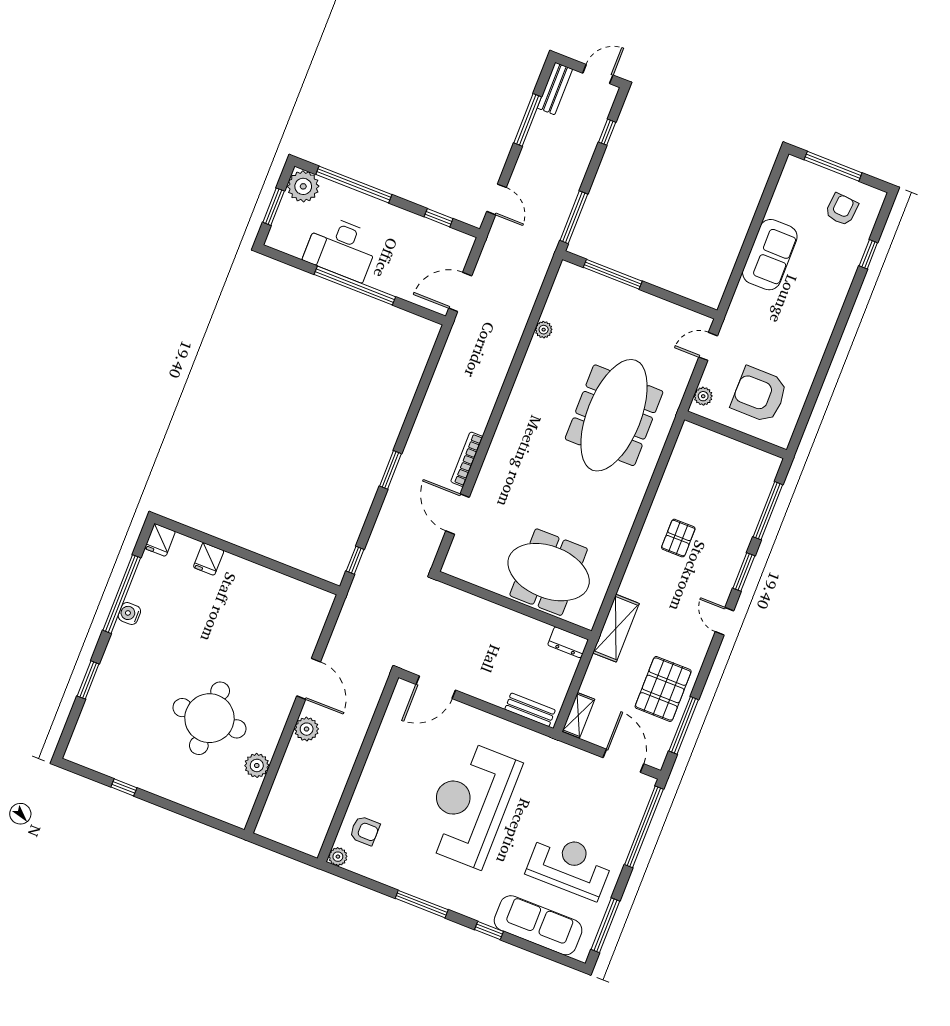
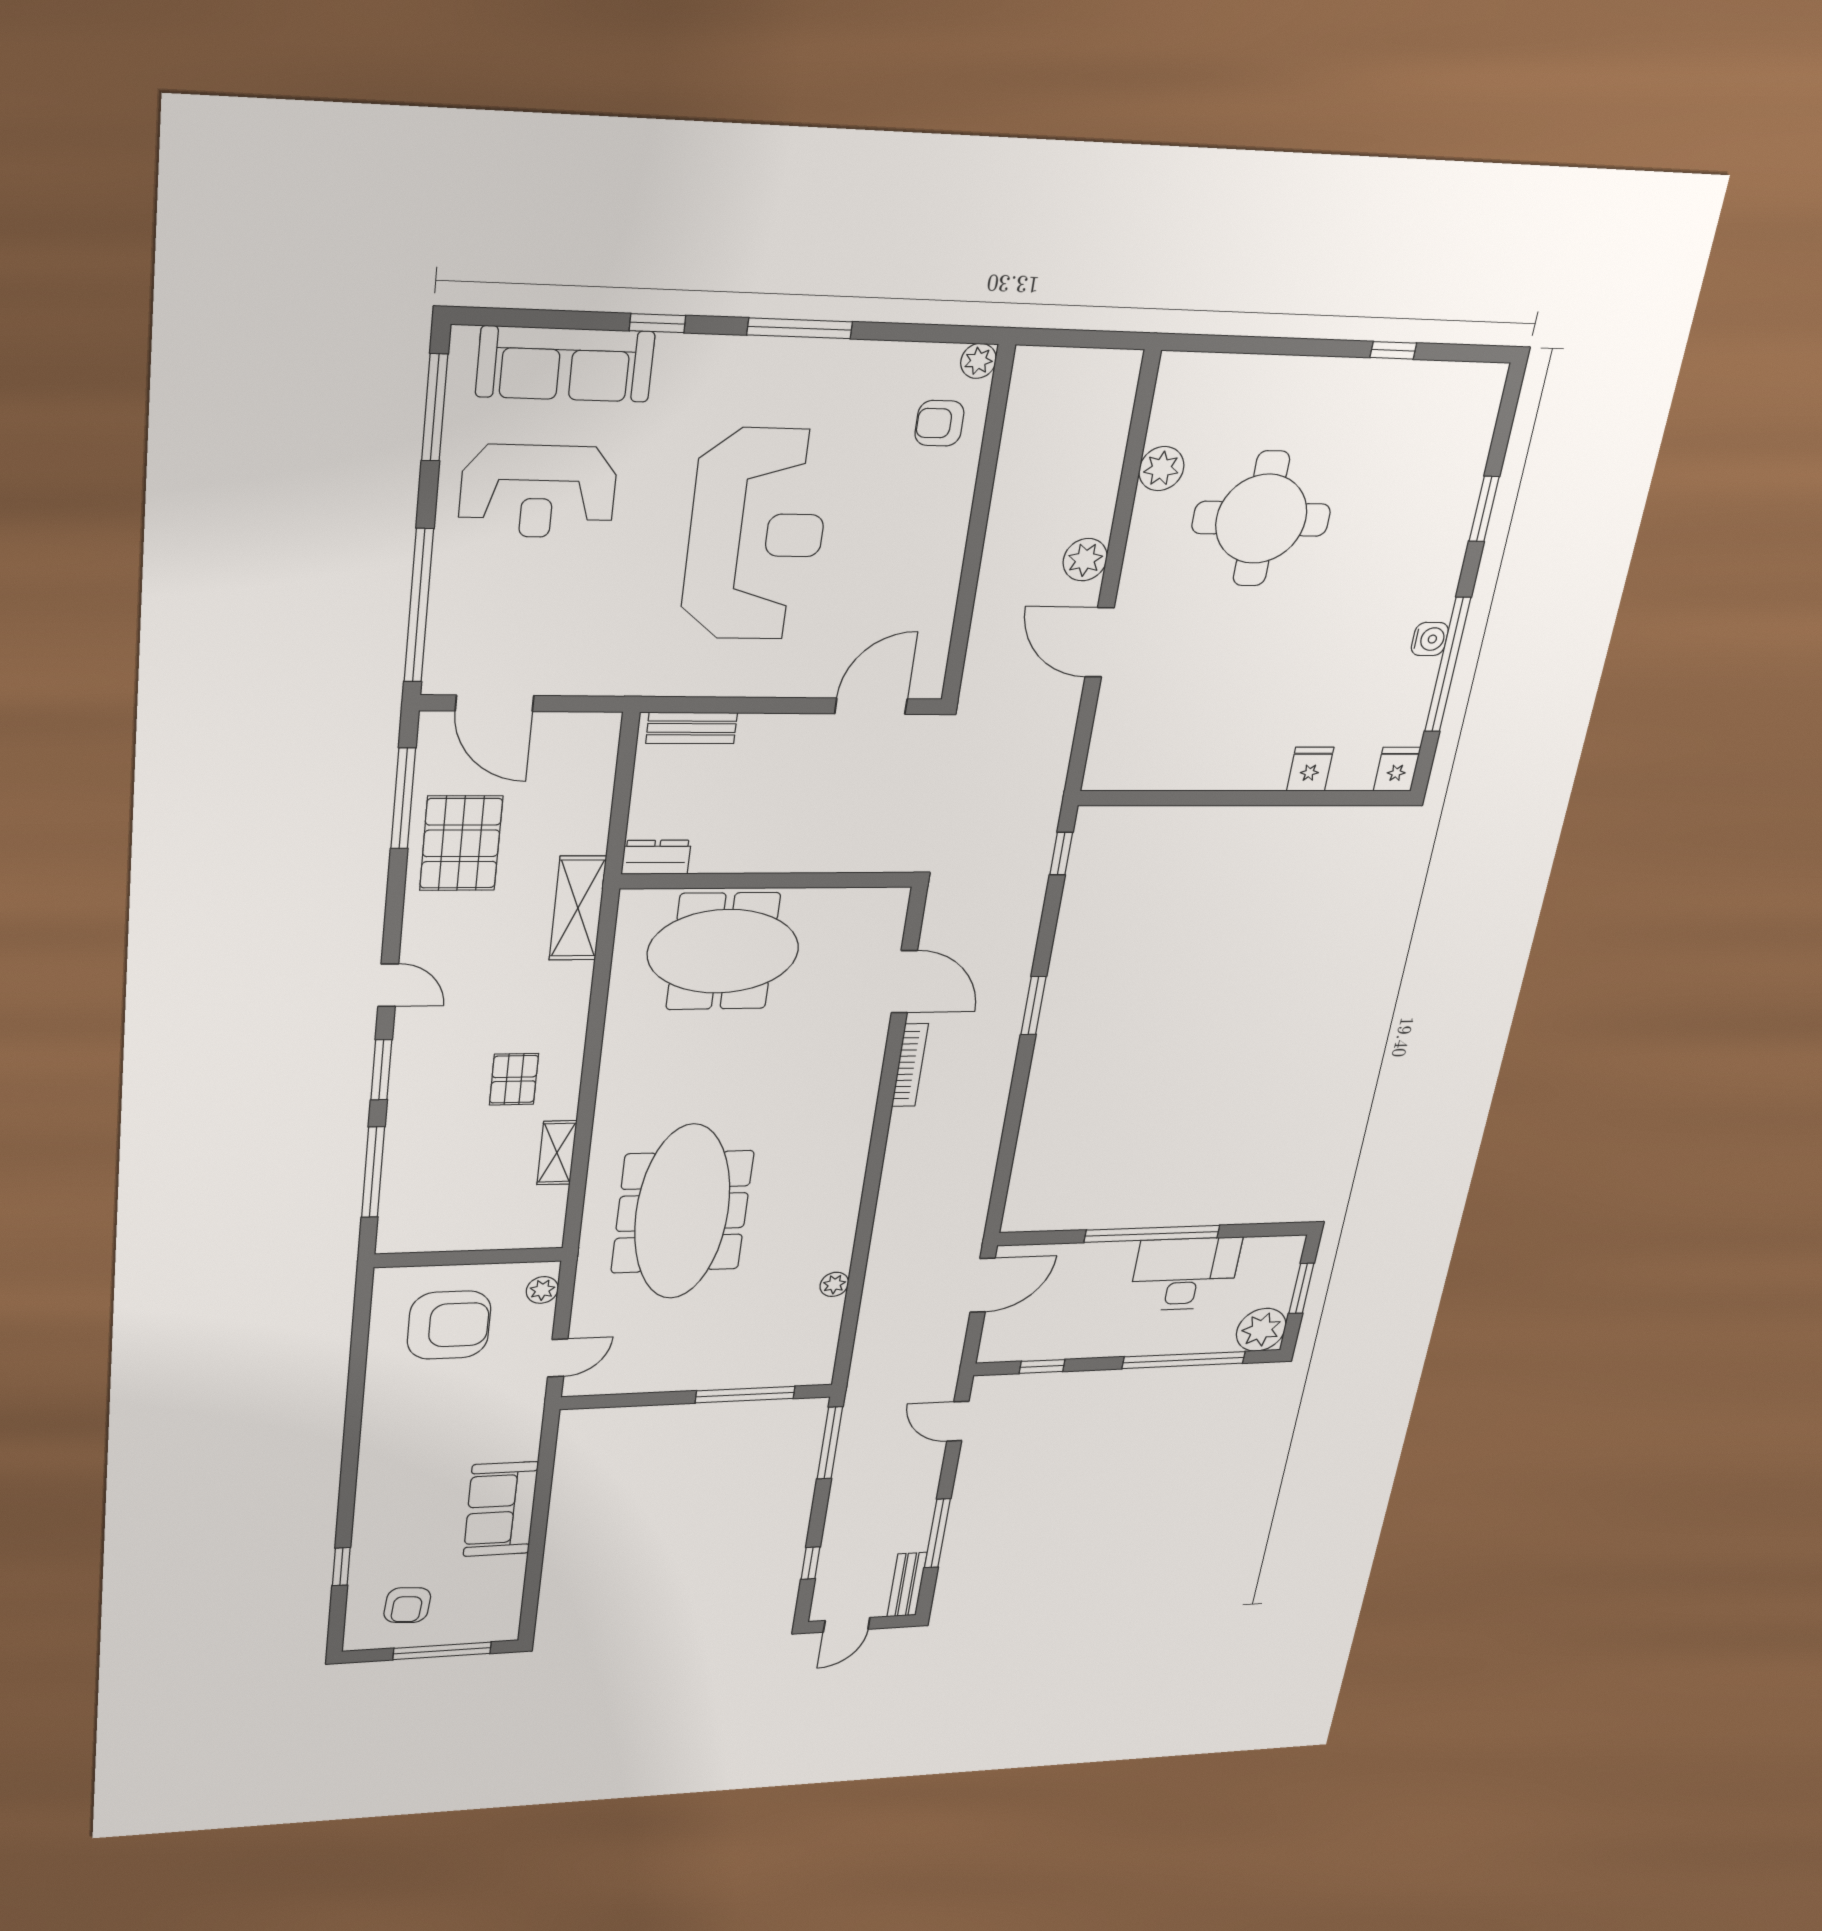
shelving: (578, 715) -> (557, 1153), moved

